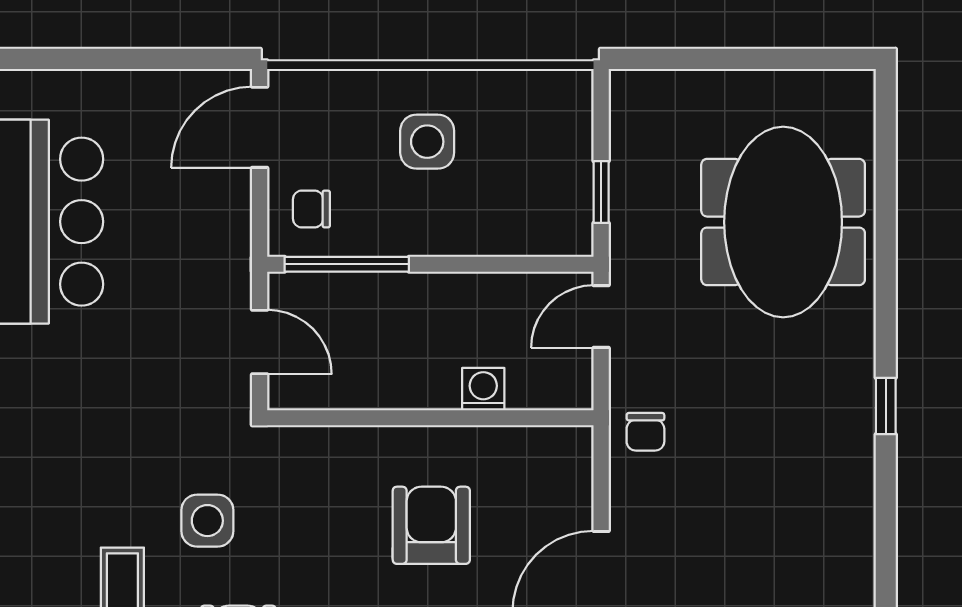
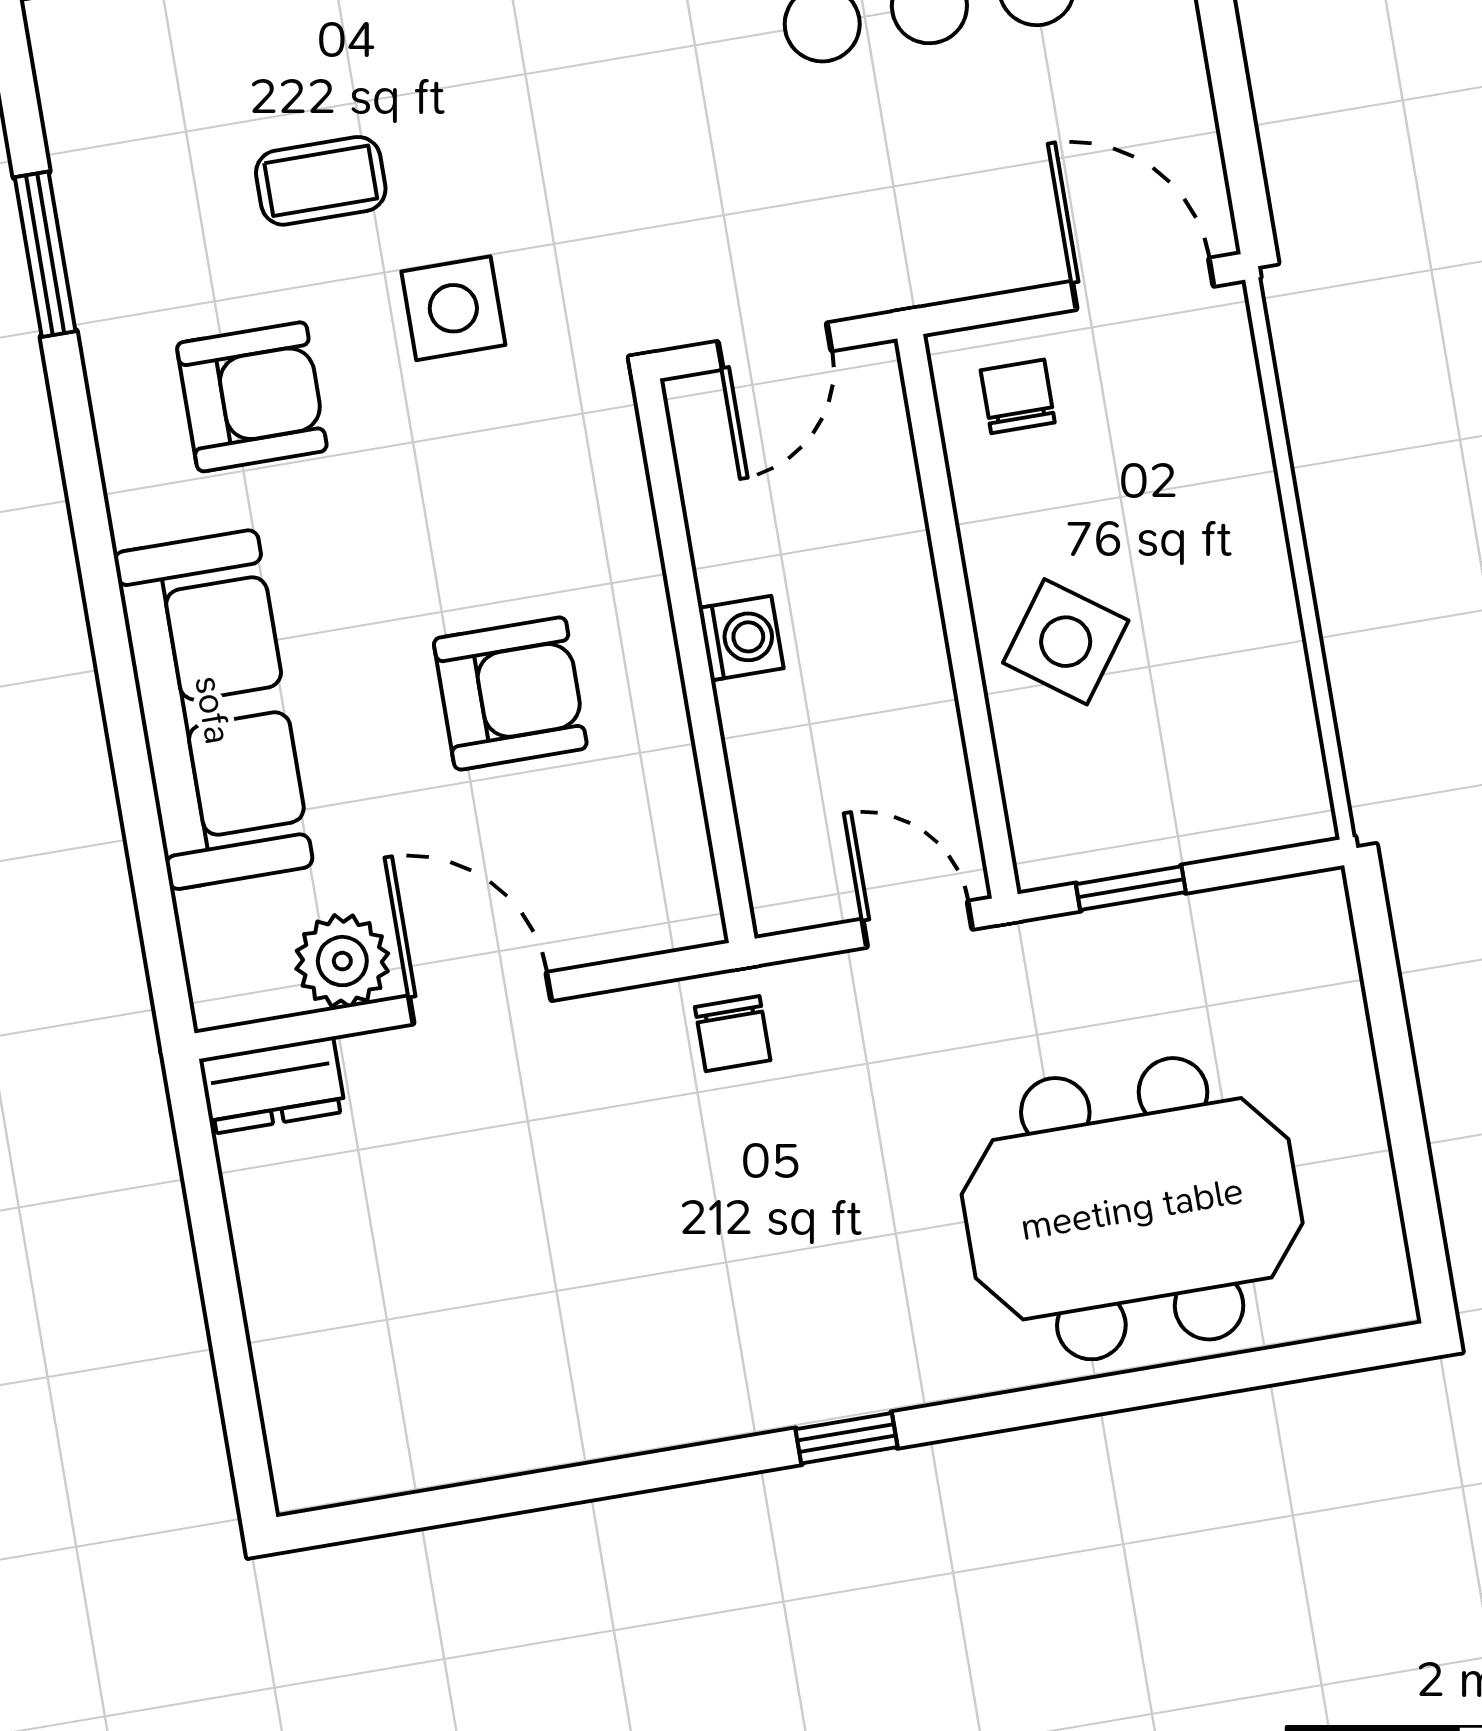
side table: (427, 142) -> (1066, 642), moved, turned 36
window: (347, 264) -> (933, 473), removed
washing machine: (483, 389) -> (741, 638), moved
chair: (645, 432) -> (733, 1034), turned -90

